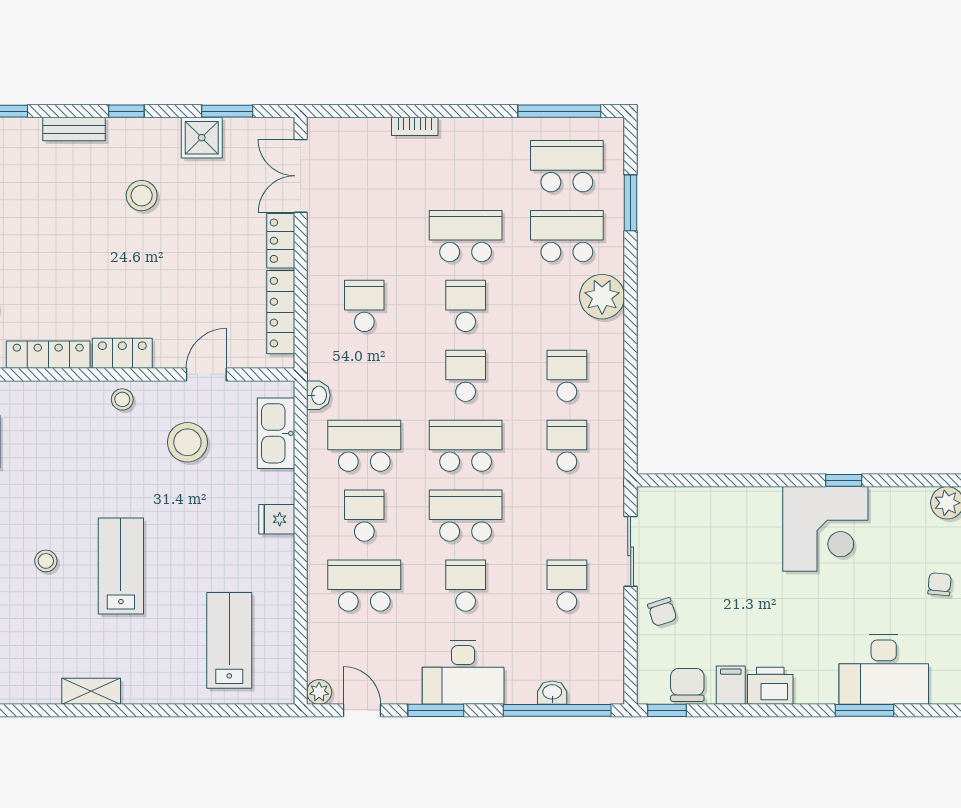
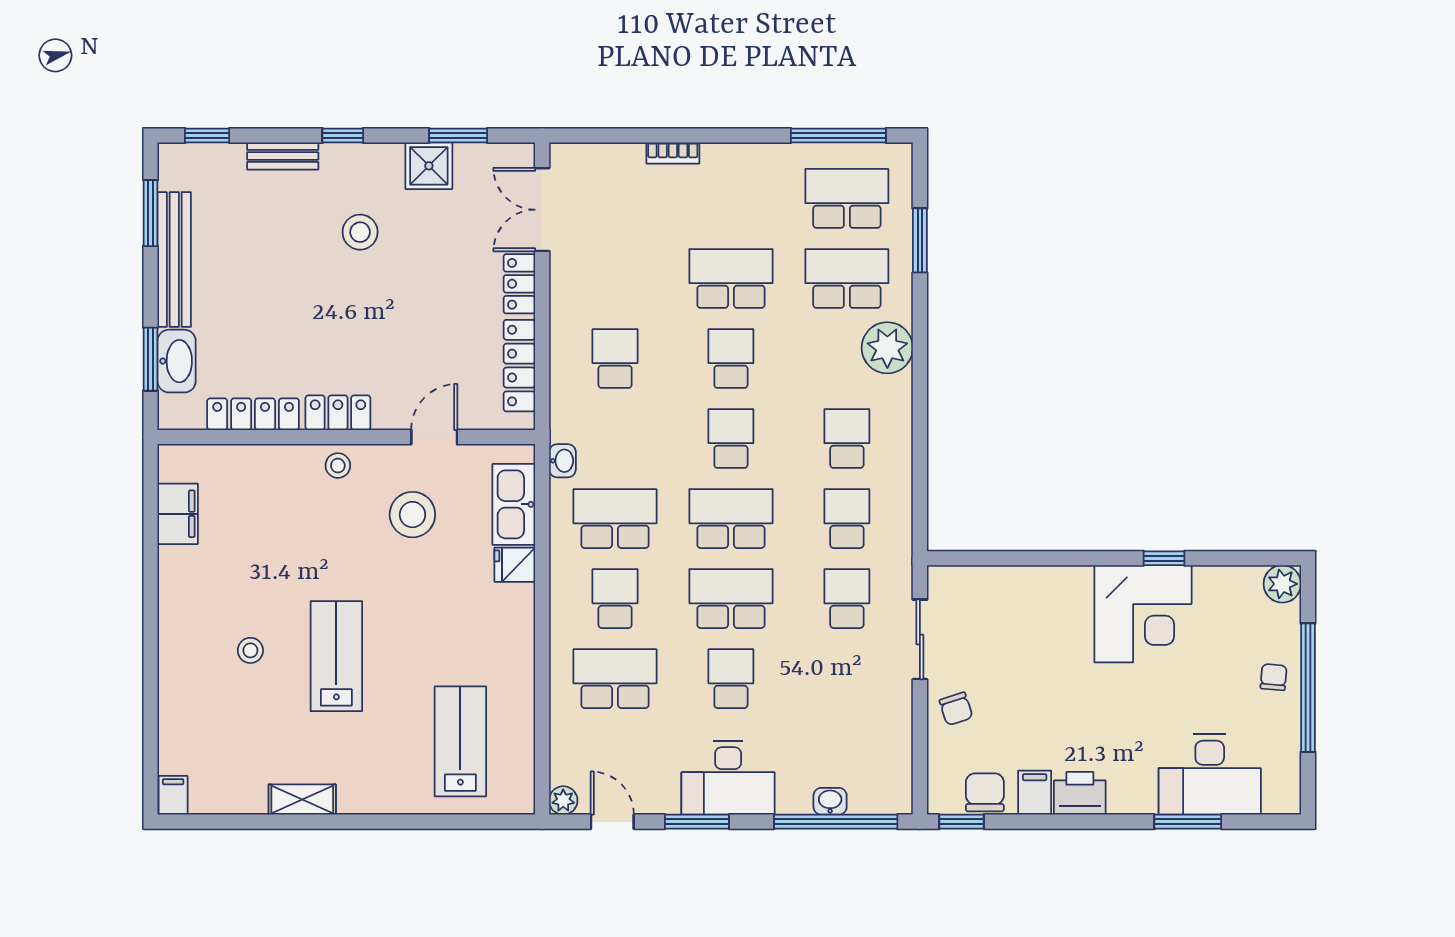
fridge: (277, 519) -> (515, 565), moved
school desk: (567, 586) -> (847, 599), moved

